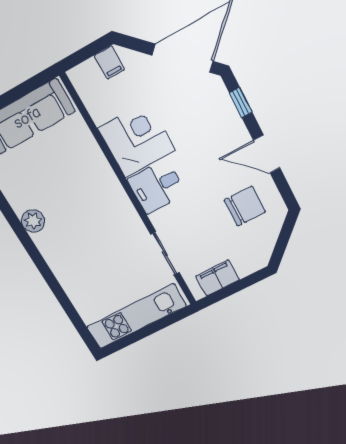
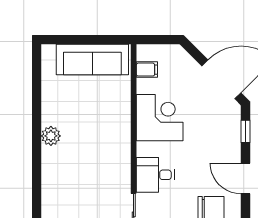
filing cabinet: (109, 62) -> (147, 70), moved, turned -90
desk: (157, 187) -> (155, 175), moved

